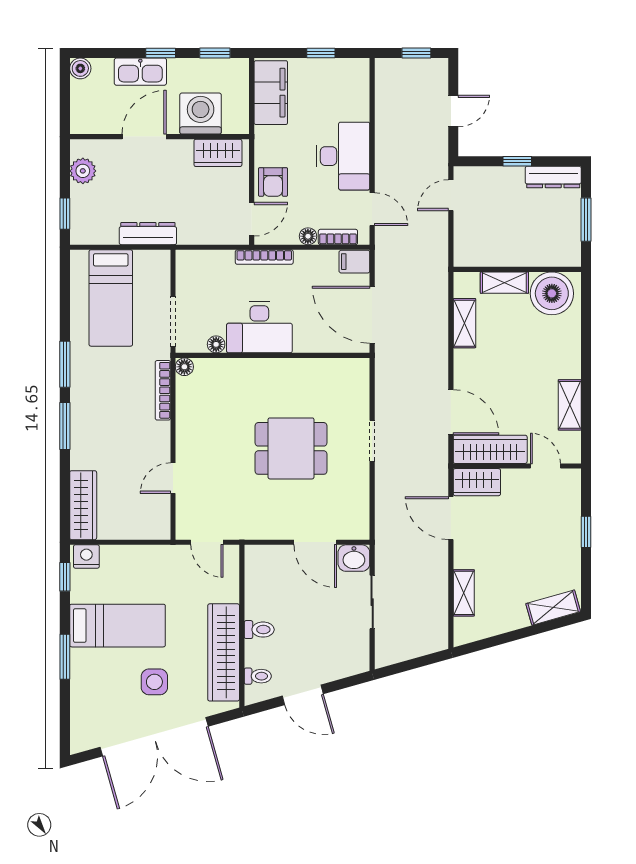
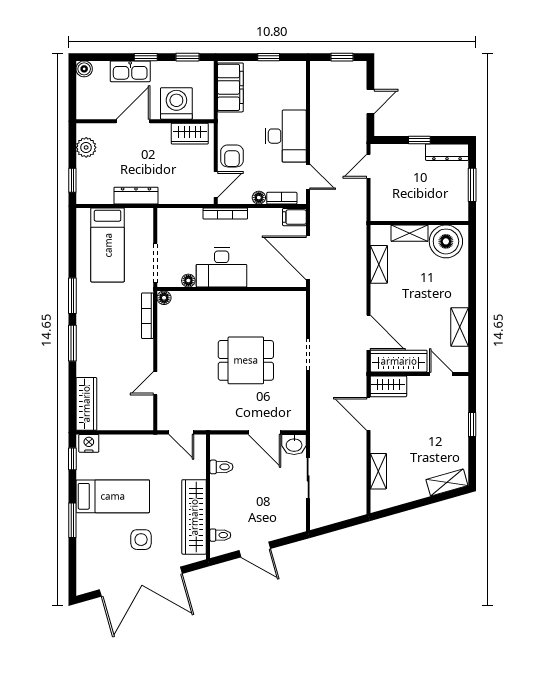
toilet: (259, 630) -> (221, 467), moved

